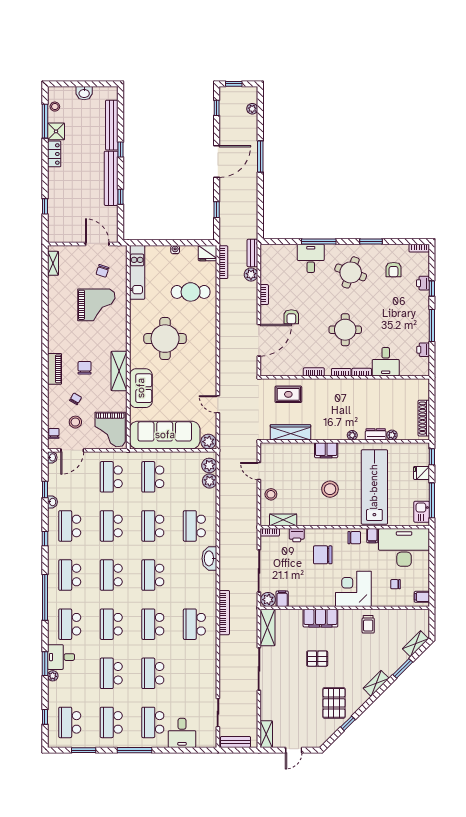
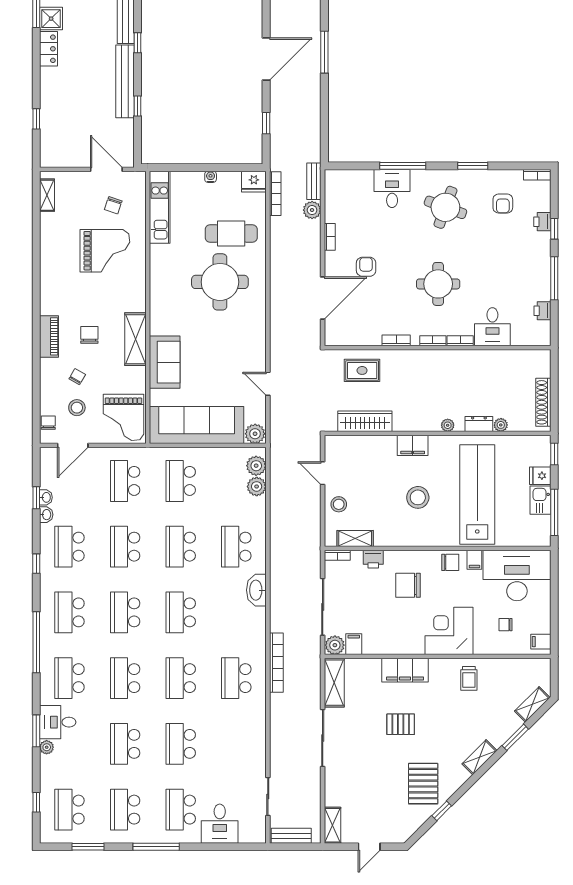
armchair: (291, 317) -> (366, 267), turned 180
round table: (165, 339) -> (220, 282), moved
washbasin: (52, 457) -> (46, 497), moved
kitchen sink: (422, 512) -> (541, 500), moved

